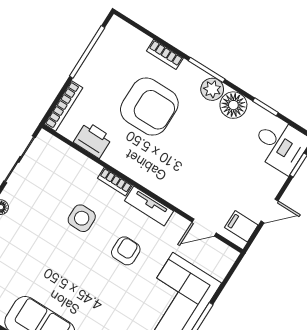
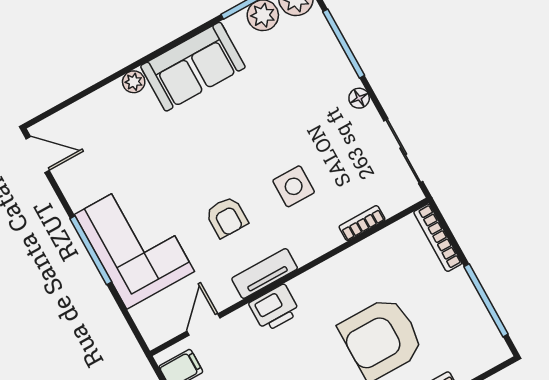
printer: (93, 140) -> (274, 308), moved
bookcase: (115, 182) -> (362, 223), moved

